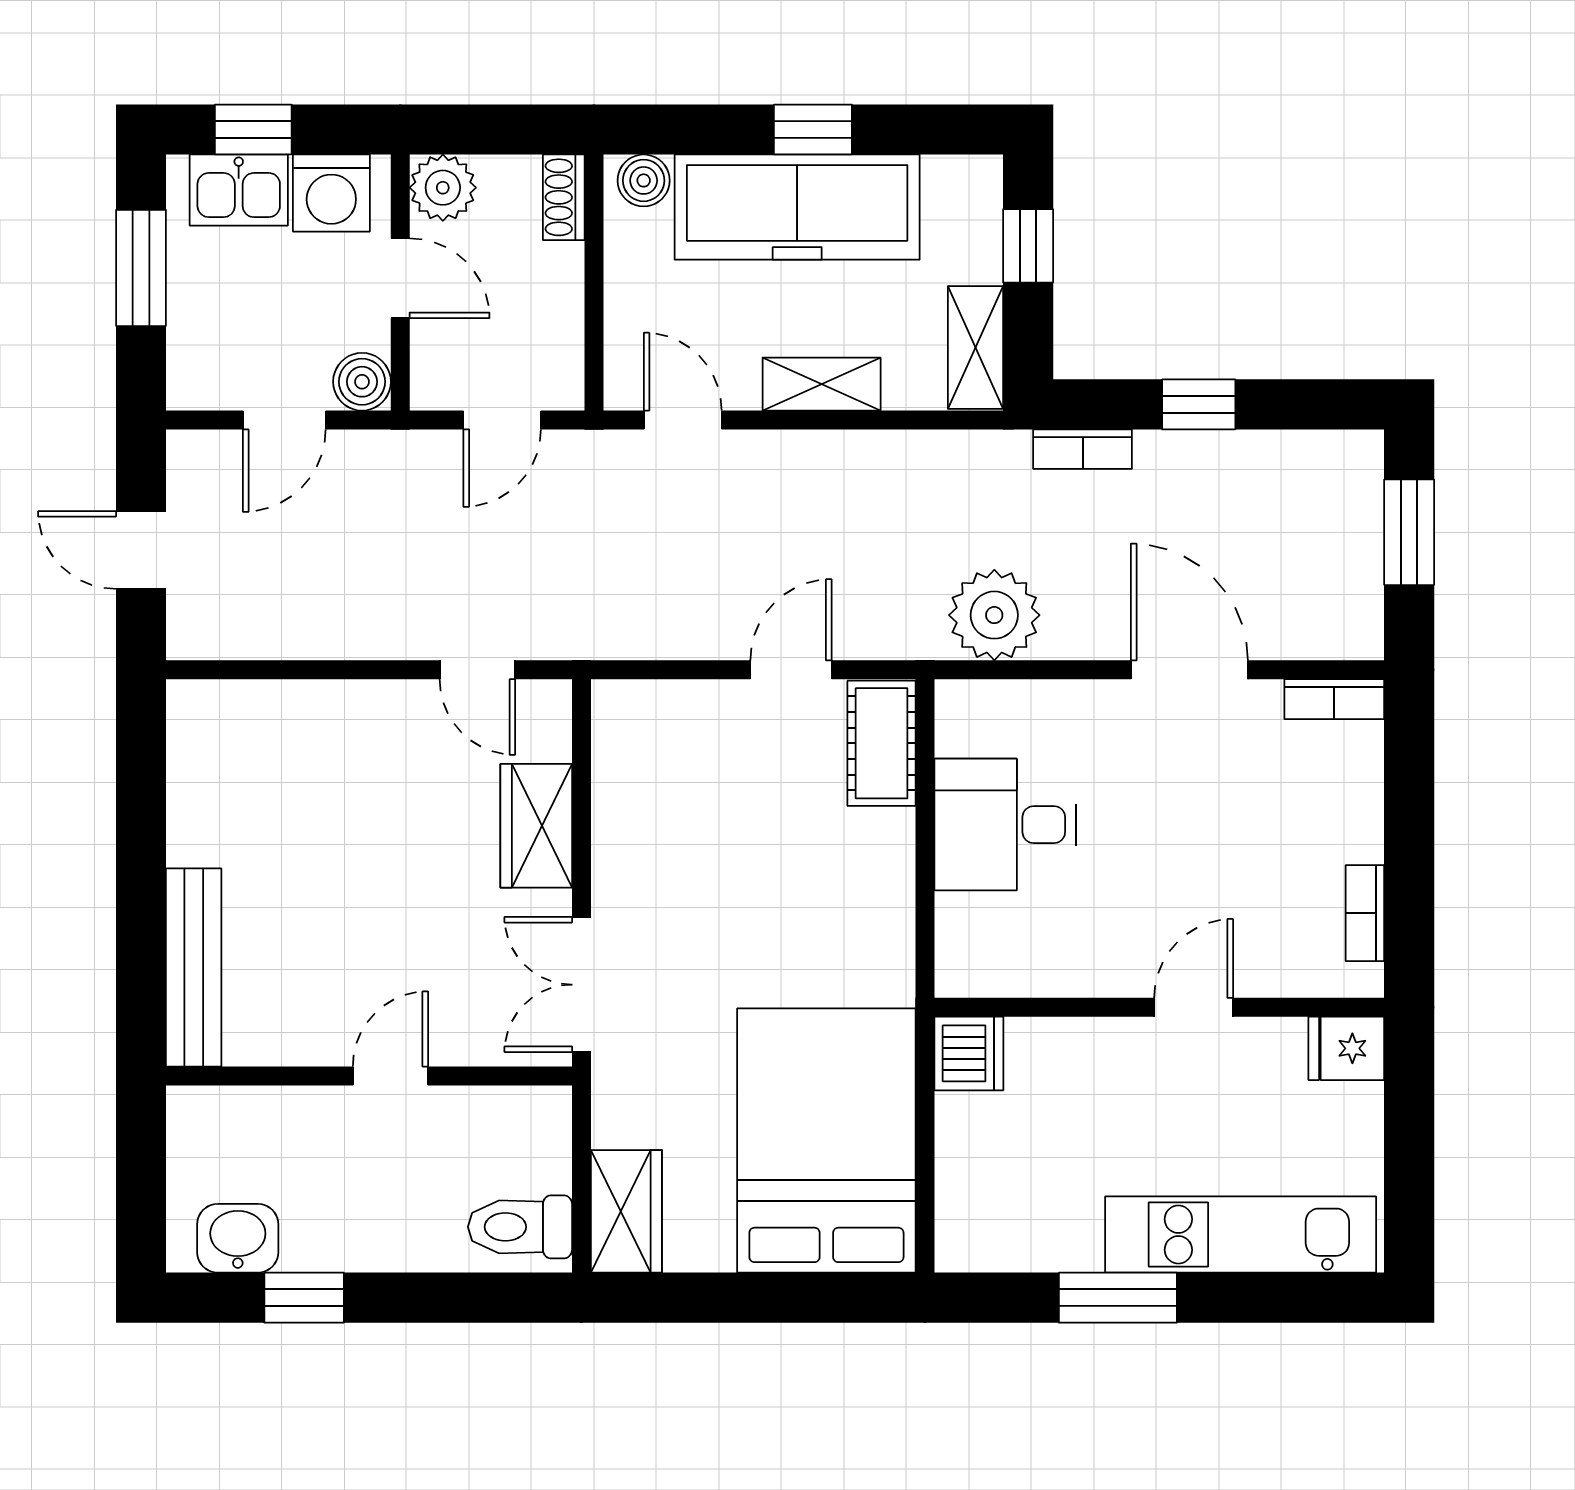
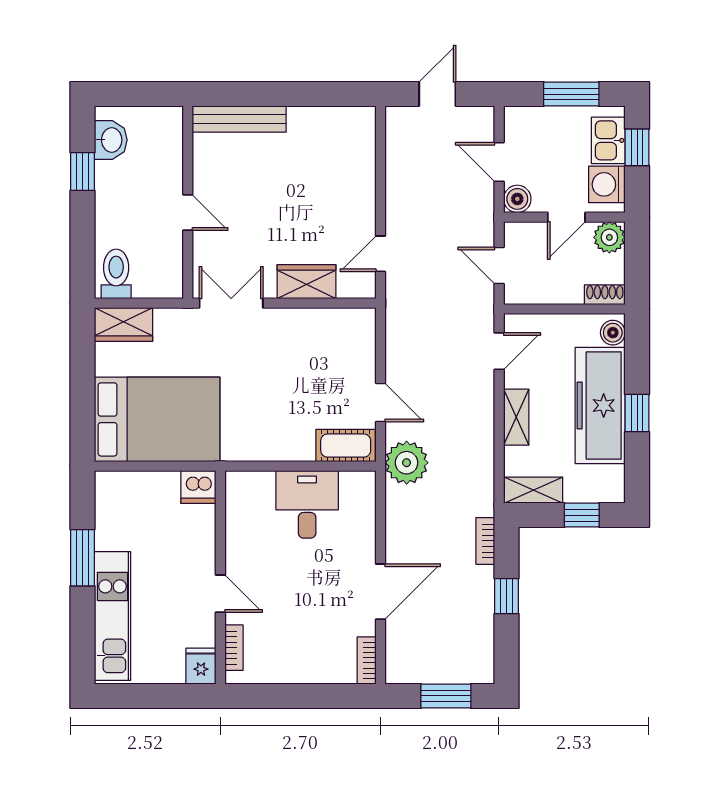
plant: (994, 615) -> (407, 463), moved
bookcase: (1365, 913) -> (234, 648), moved, turned 90

